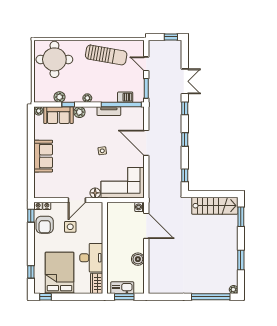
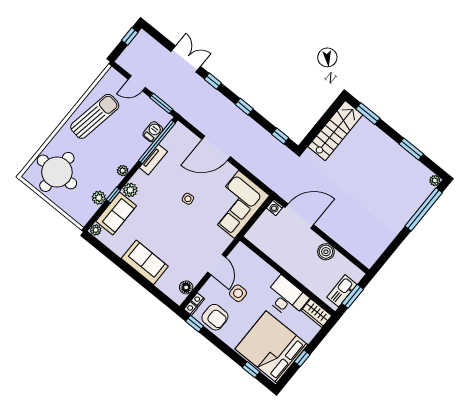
floor lamp: (95, 193) -> (186, 287), moved
bed: (60, 273) -> (271, 347), width x1.36
window: (46, 297) -> (302, 358), moved

